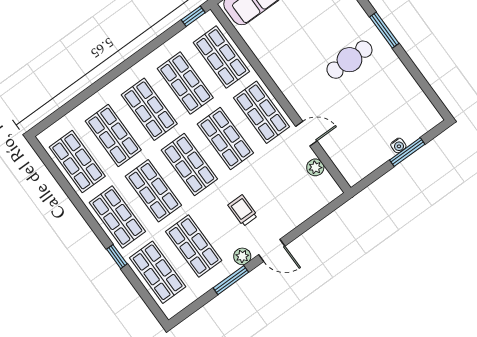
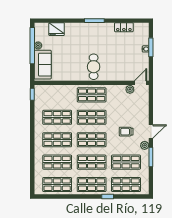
shop shelf: (221, 57) -> (57, 95), removed
cafe table: (349, 60) -> (94, 67), moved
locker: (408, 85) -> (124, 27), added
door: (306, 134) -> (141, 83), moved

